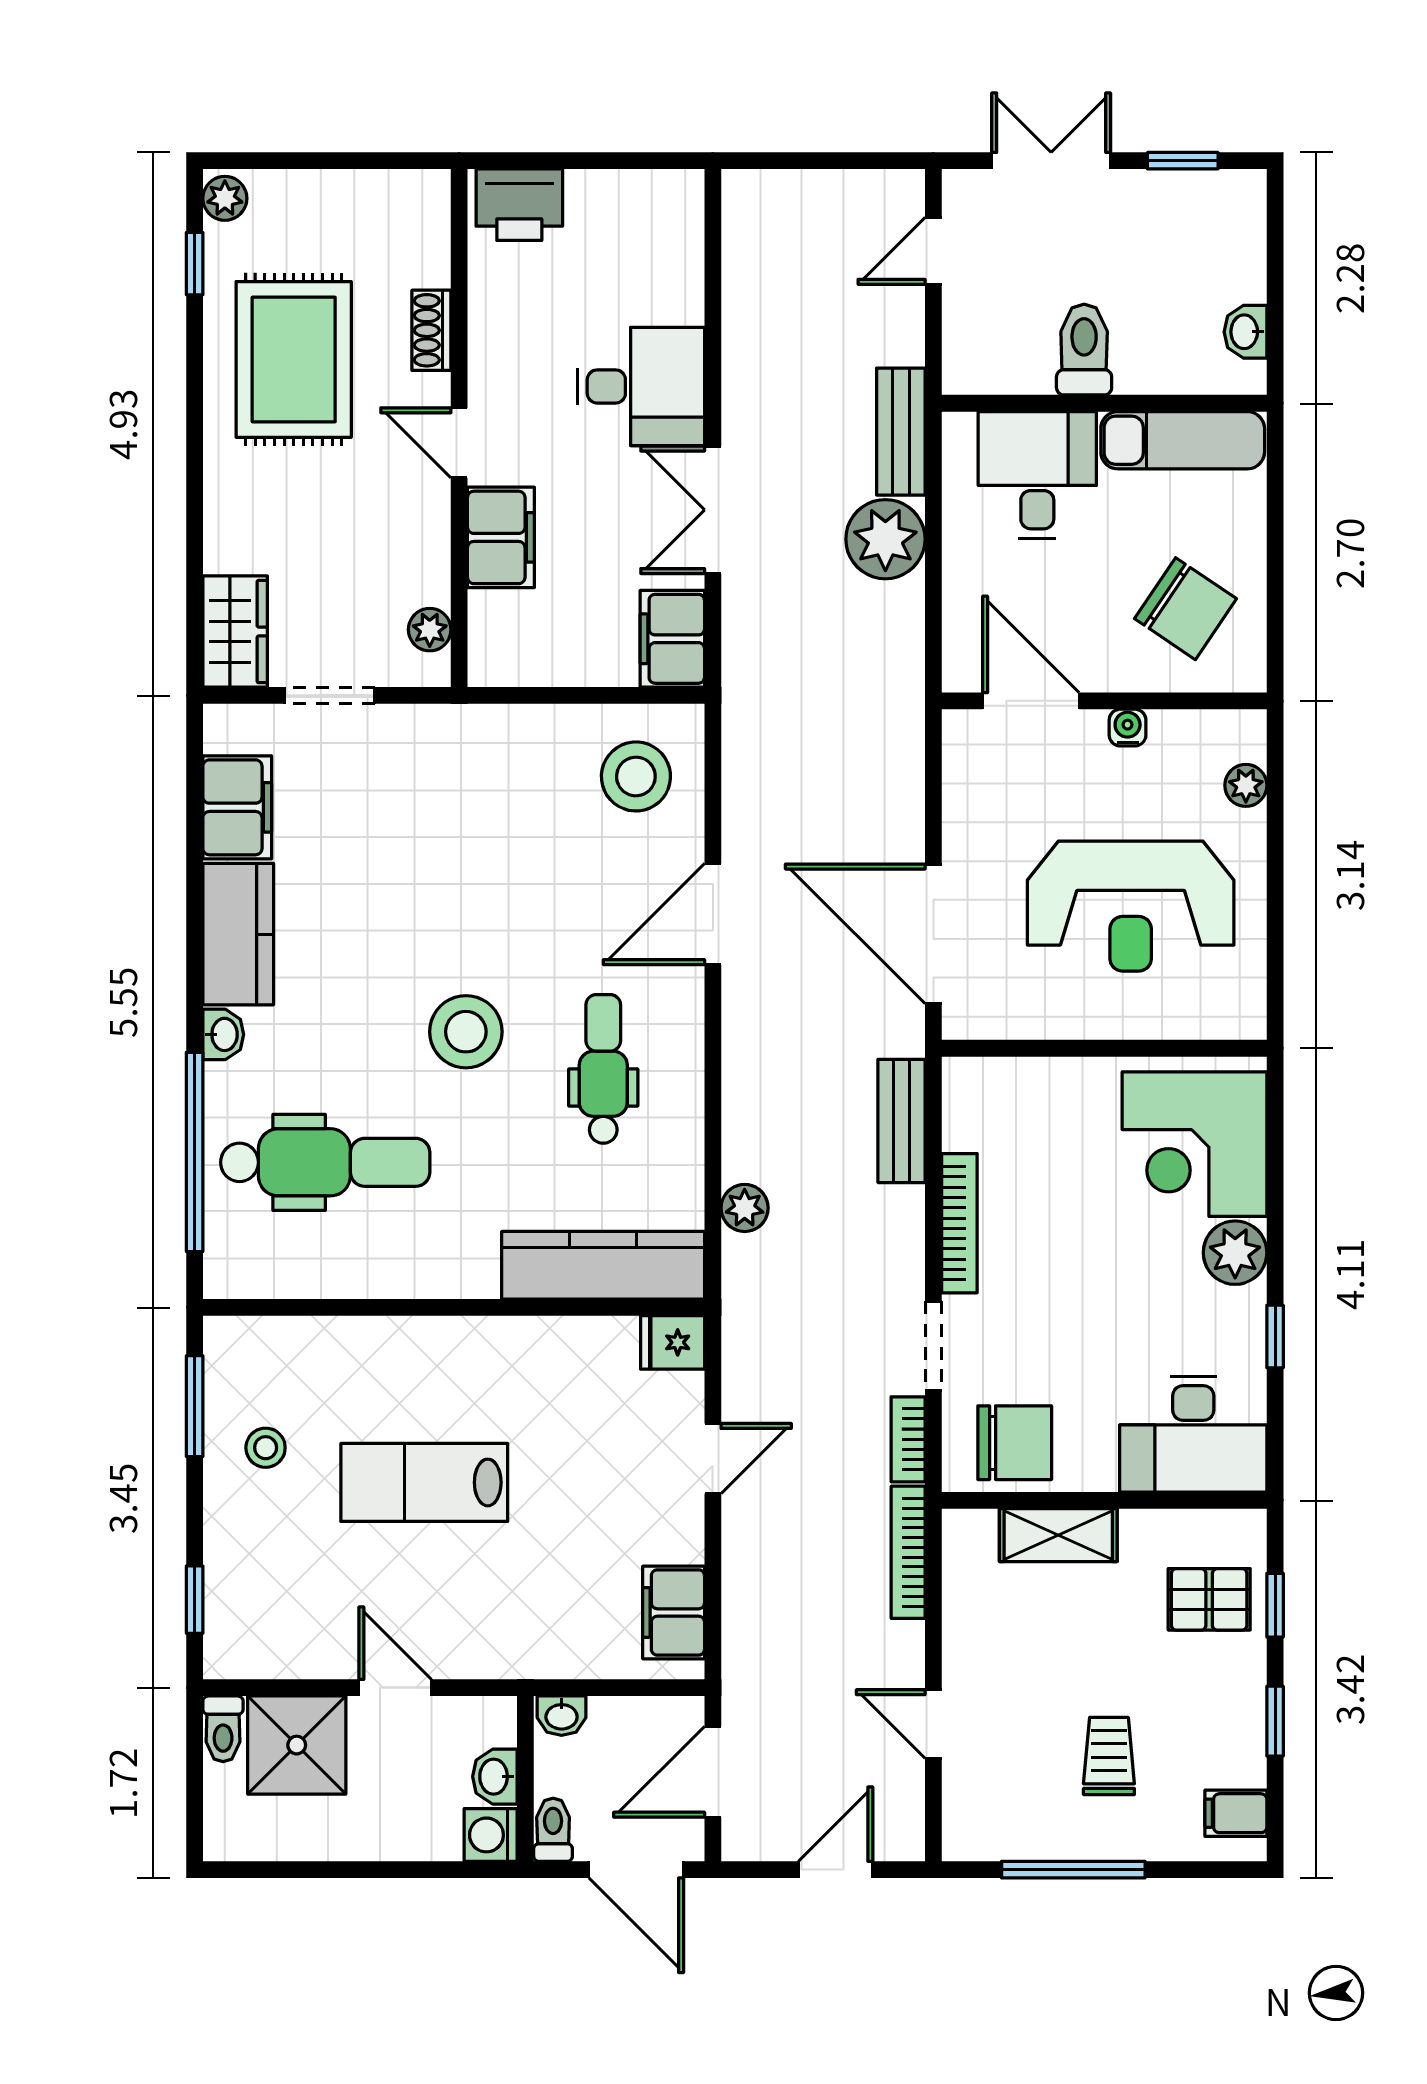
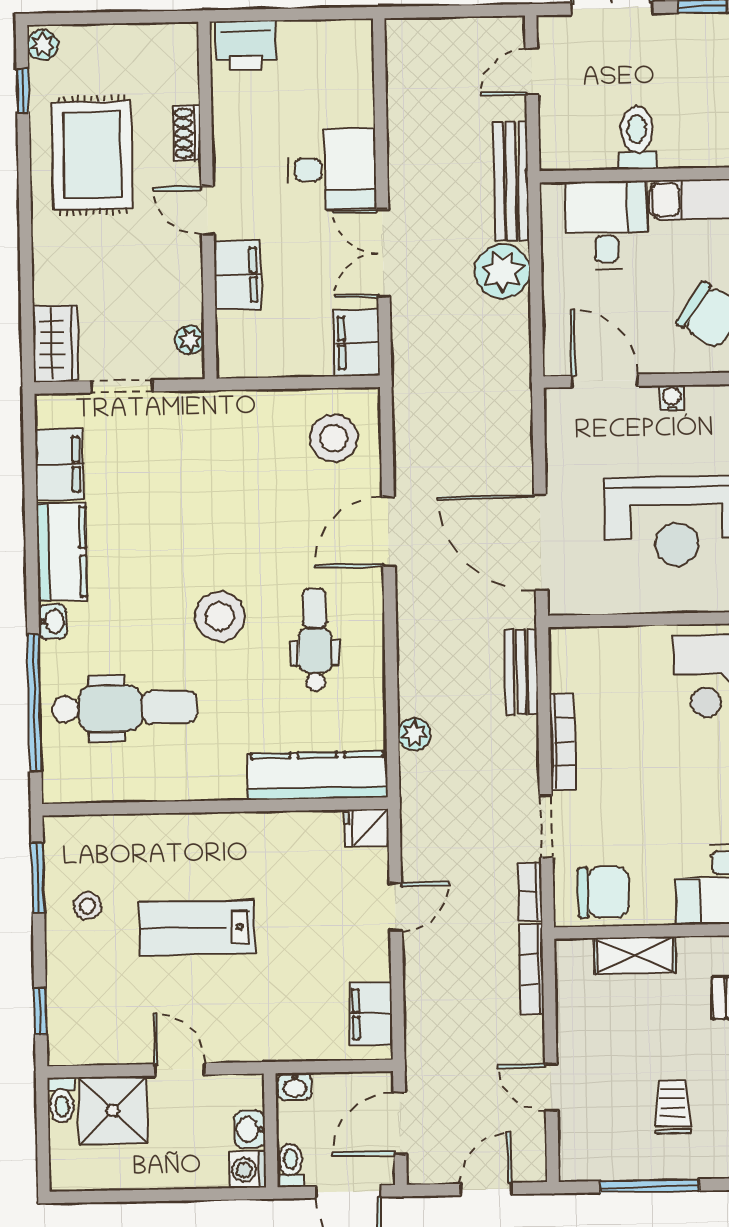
bench: (901, 432) -> (511, 181), width x1.36

